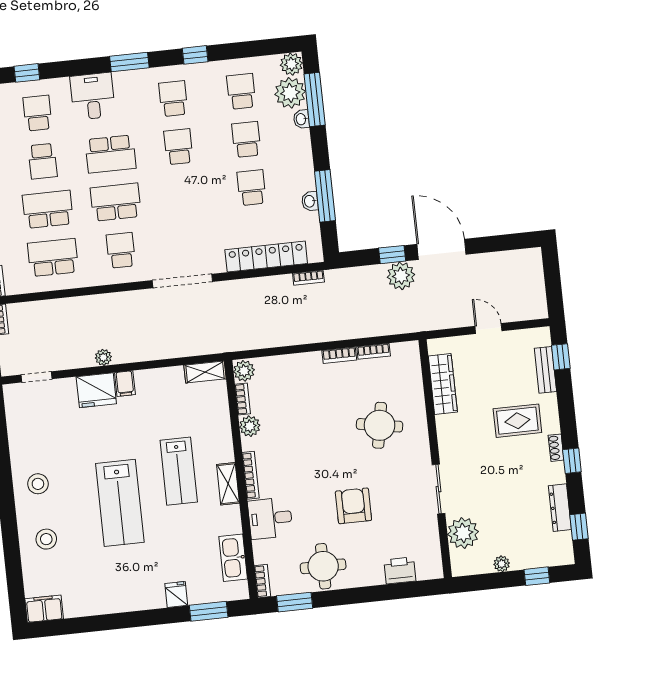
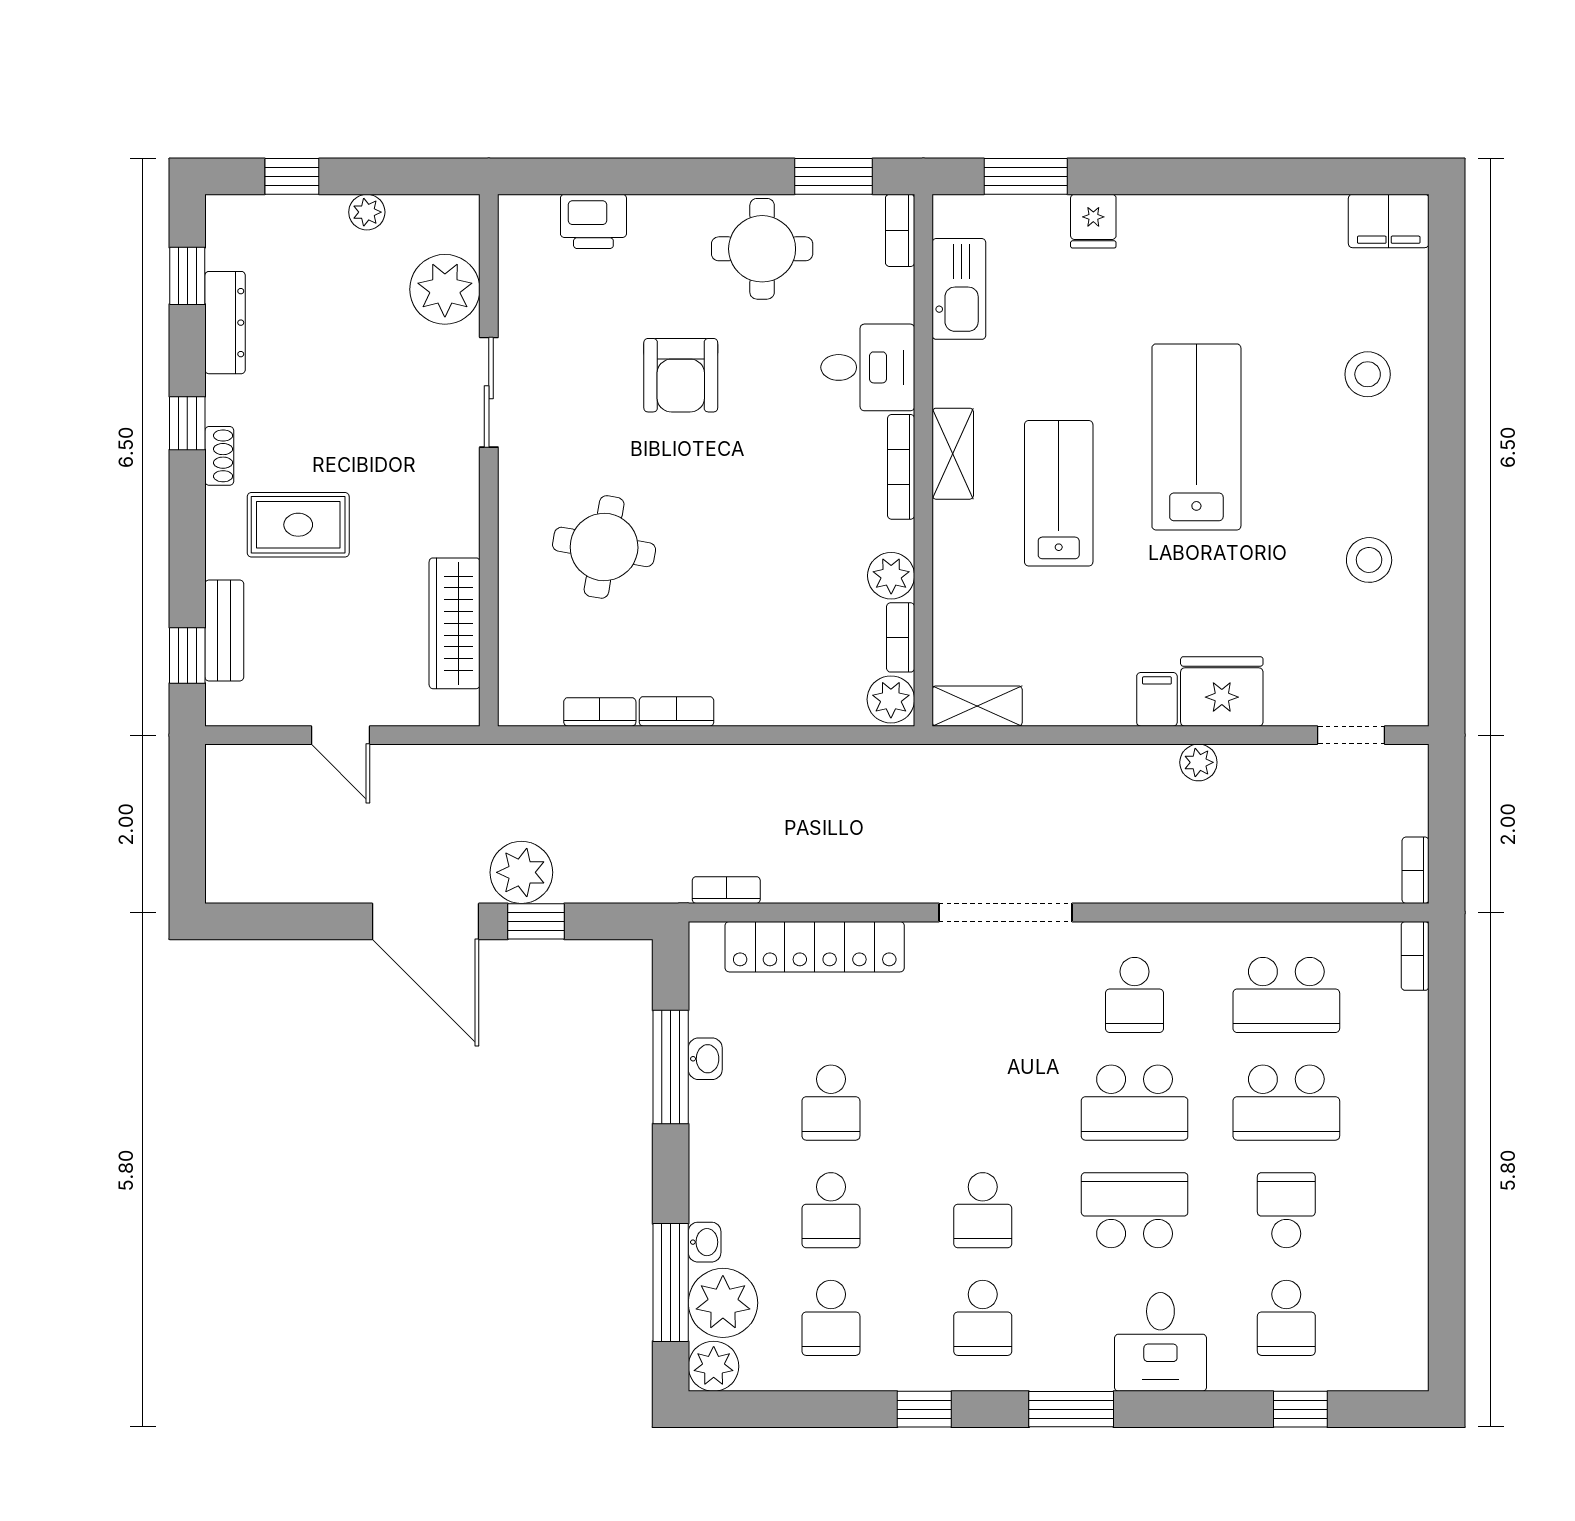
stool: (38, 484) -> (1369, 560), moved

